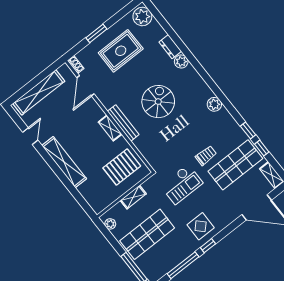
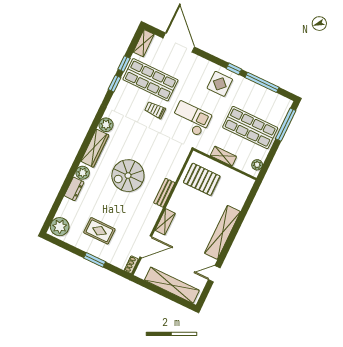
rug: (121, 51) -> (99, 231), width x0.73, depth x0.70
wardrobe: (198, 84) -> (95, 148), added
bench: (123, 123) -> (164, 193), width x0.73
shelving: (110, 128) -> (165, 222), moved

